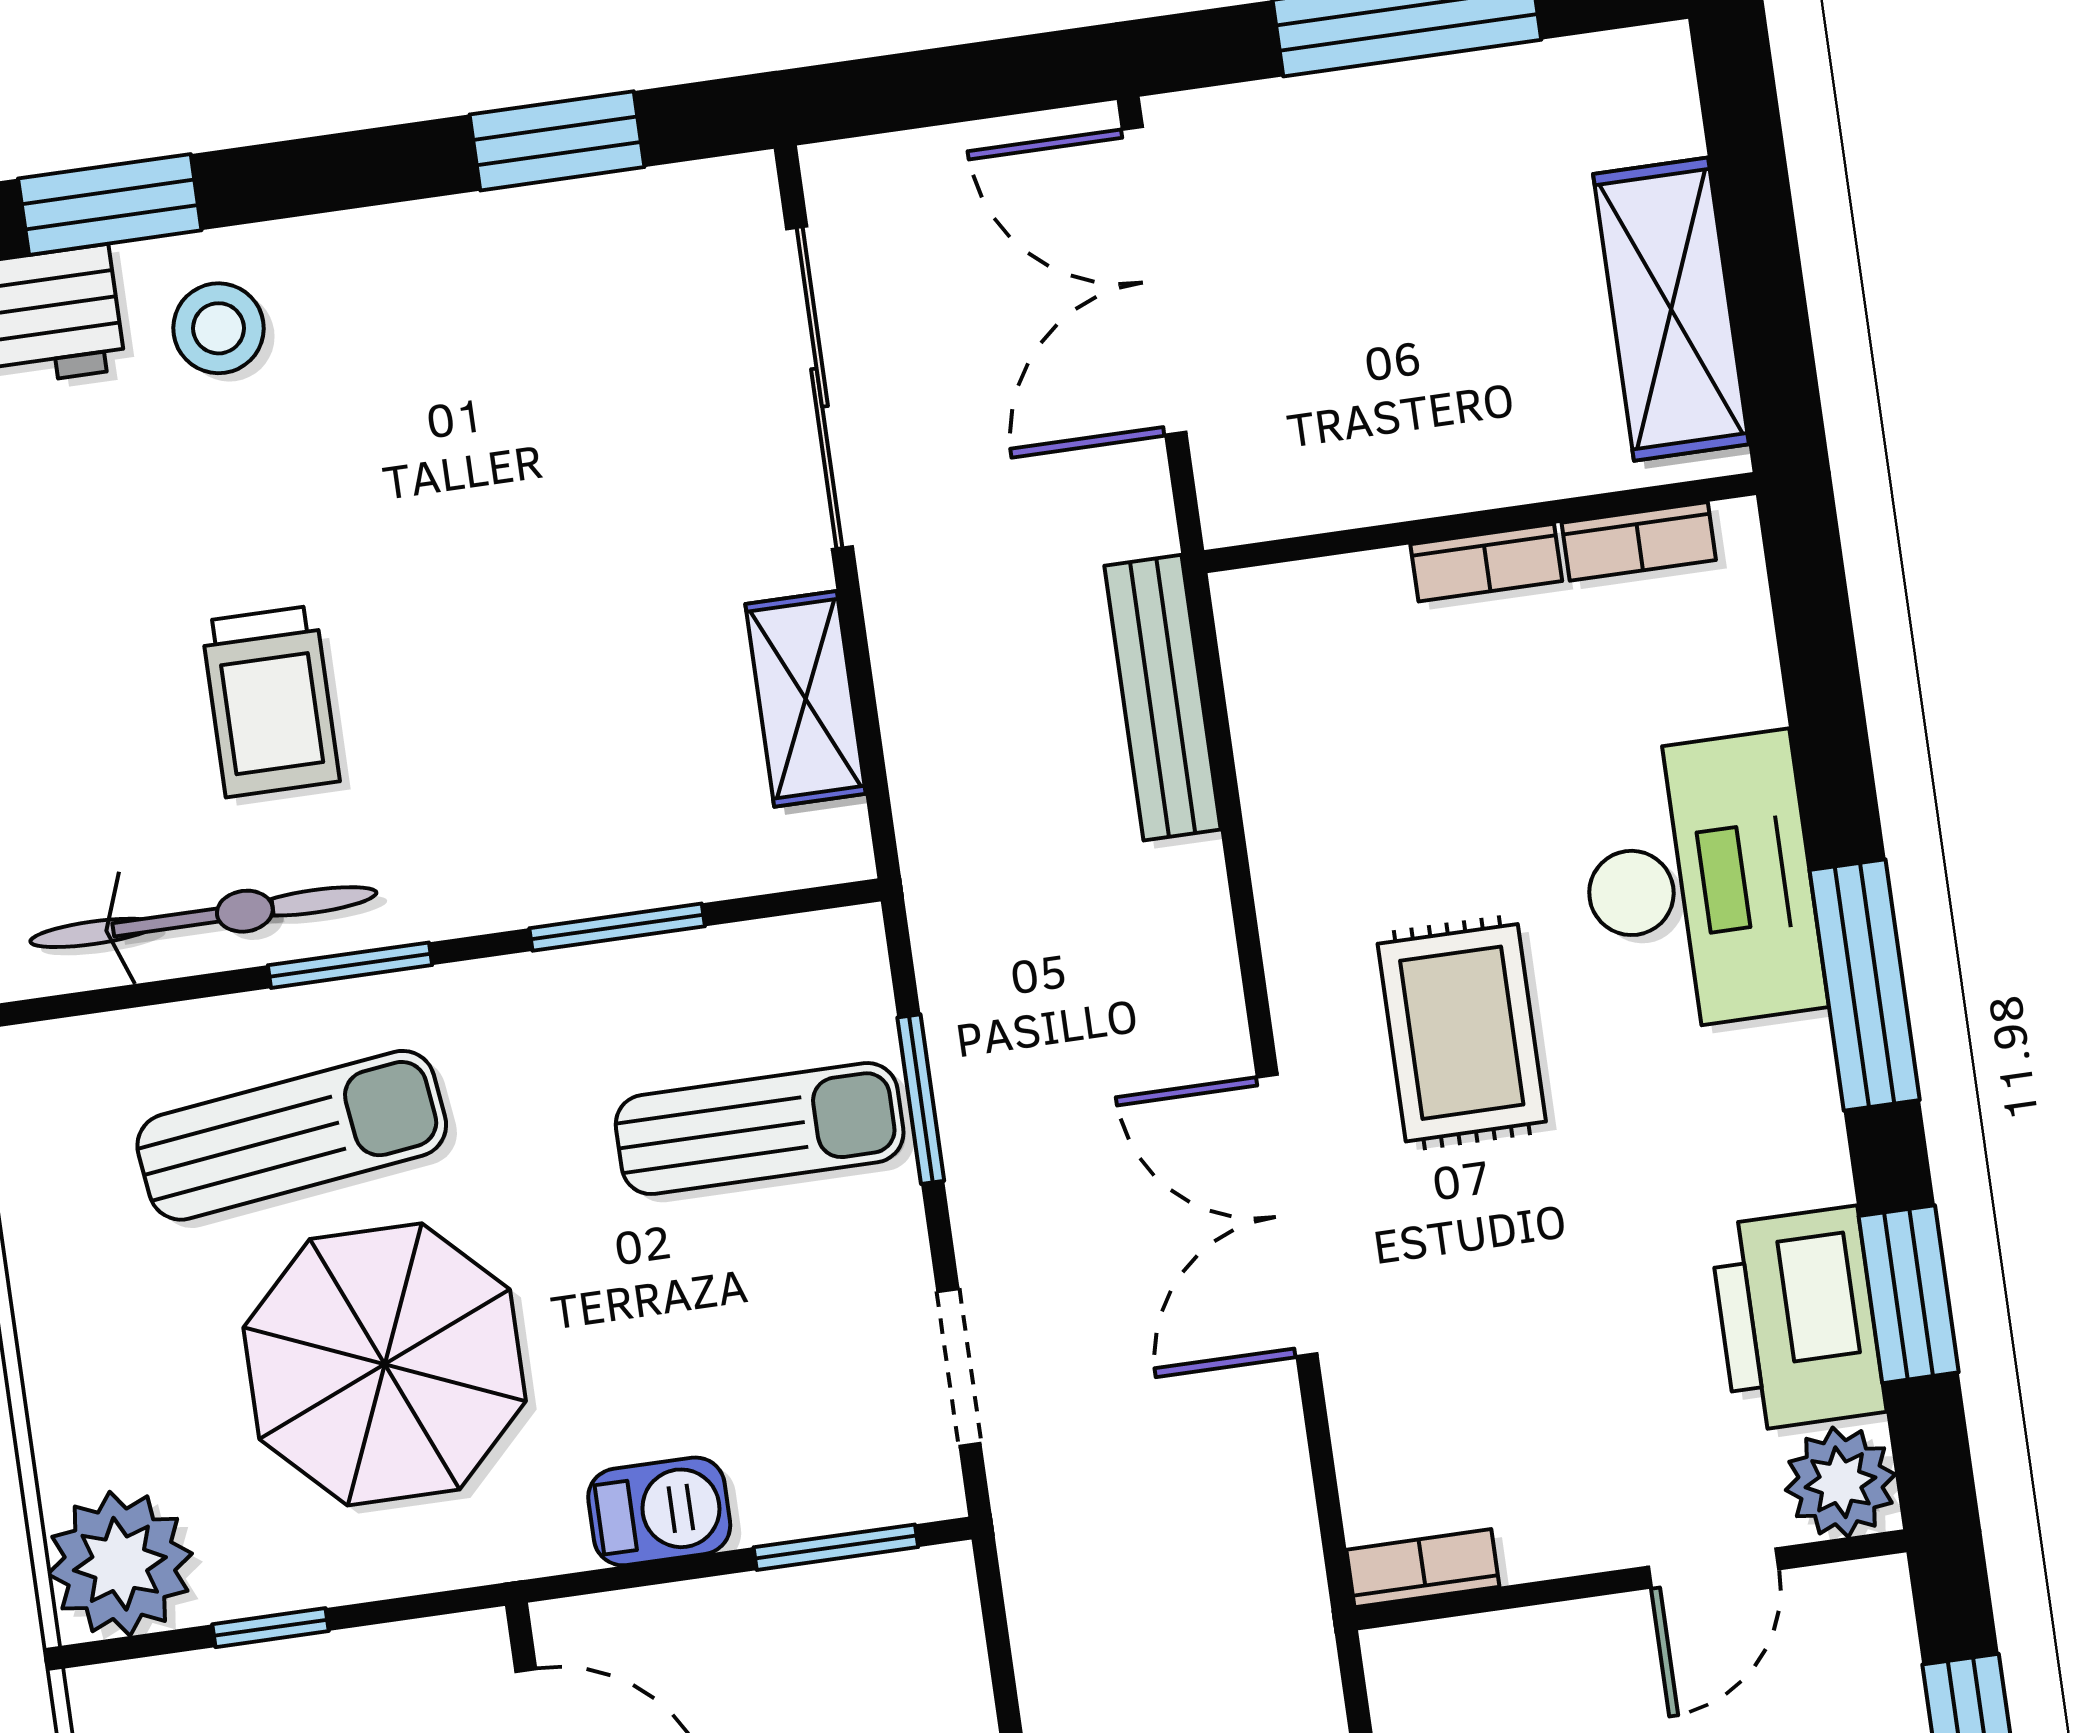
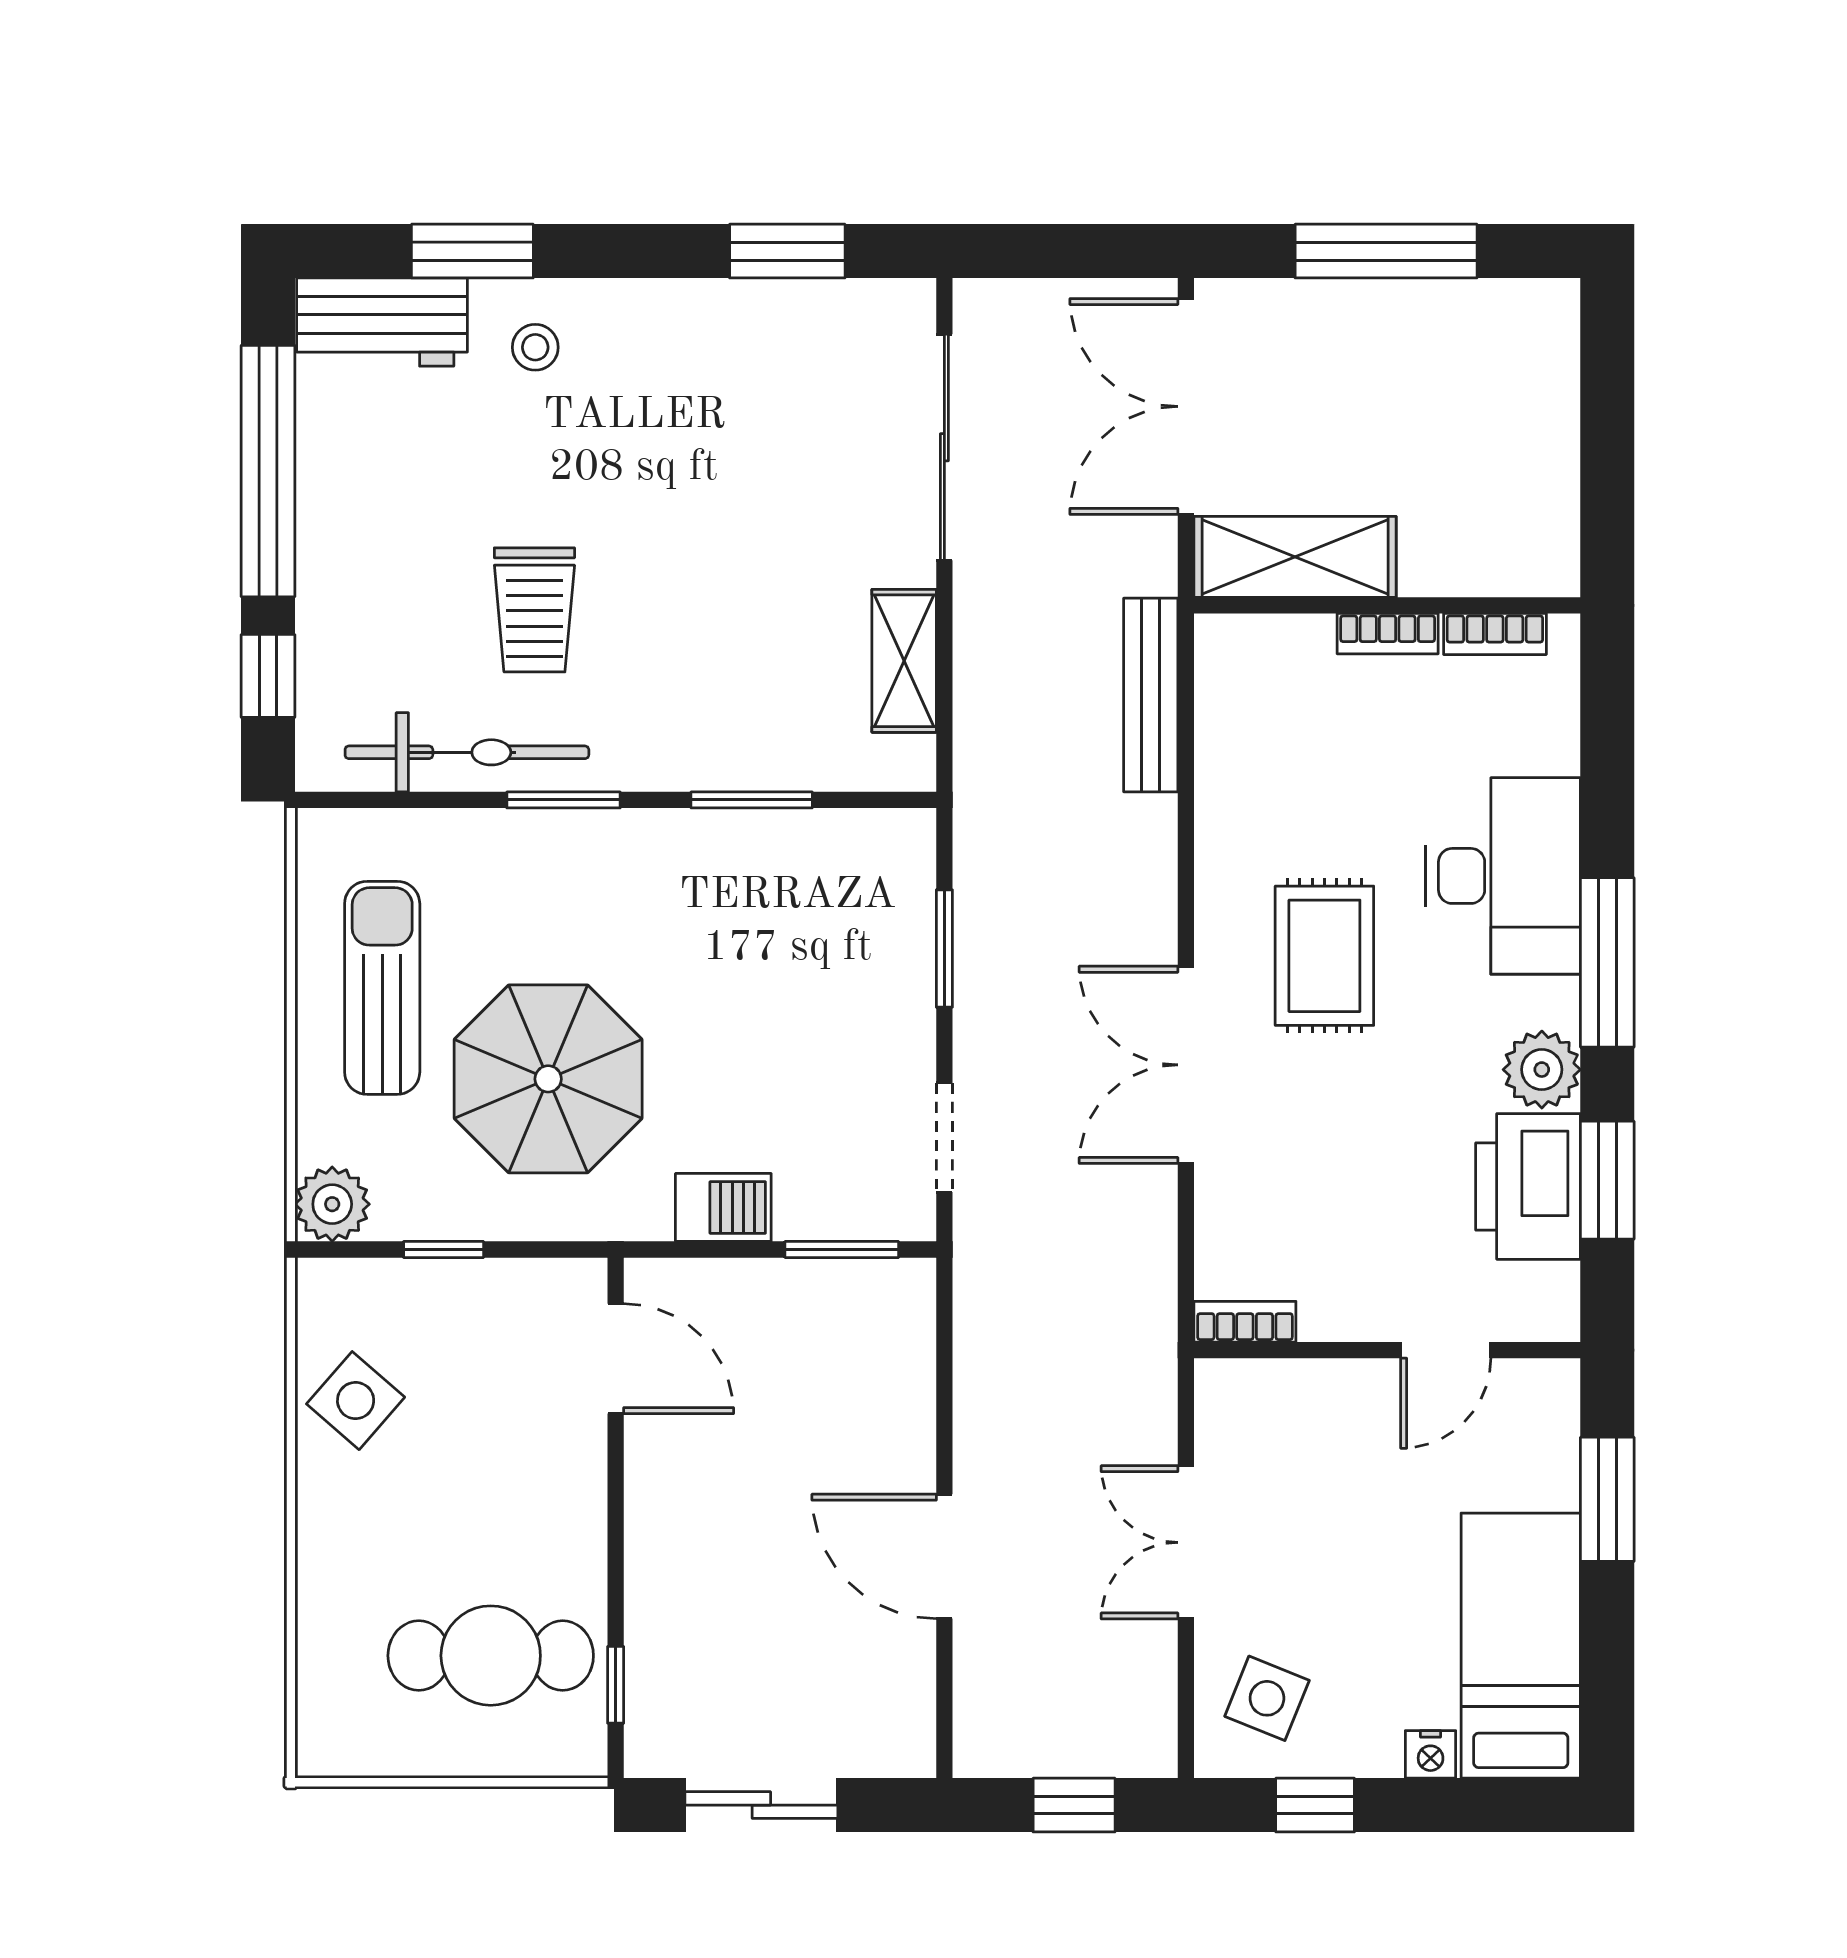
shelving: (1671, 309) -> (1295, 557), moved, turned 90
stool: (218, 328) -> (535, 347), width x0.73, depth x0.73
sun lounger: (760, 1129) -> (830, 953), removed
sun lounger: (292, 1135) -> (382, 988), moved, turned -83
plant: (1841, 1482) -> (1542, 1070), moved
plant: (120, 1564) -> (332, 1204), width x0.73, depth x0.73

